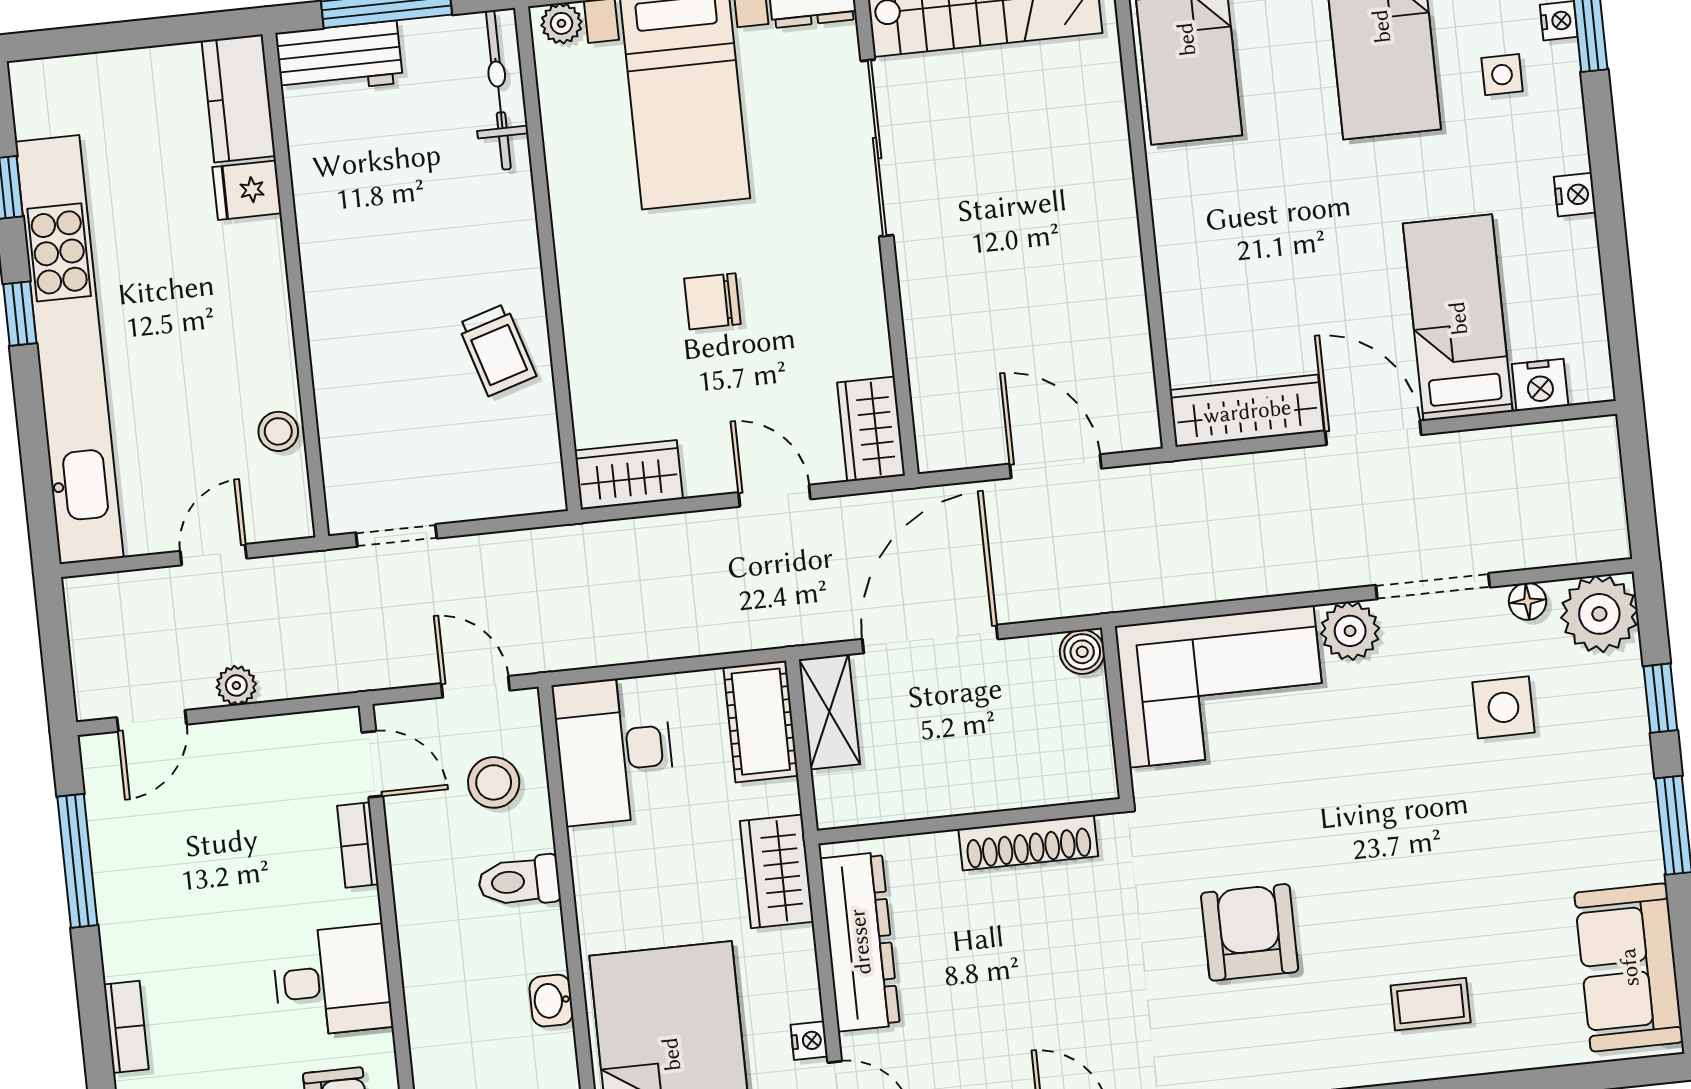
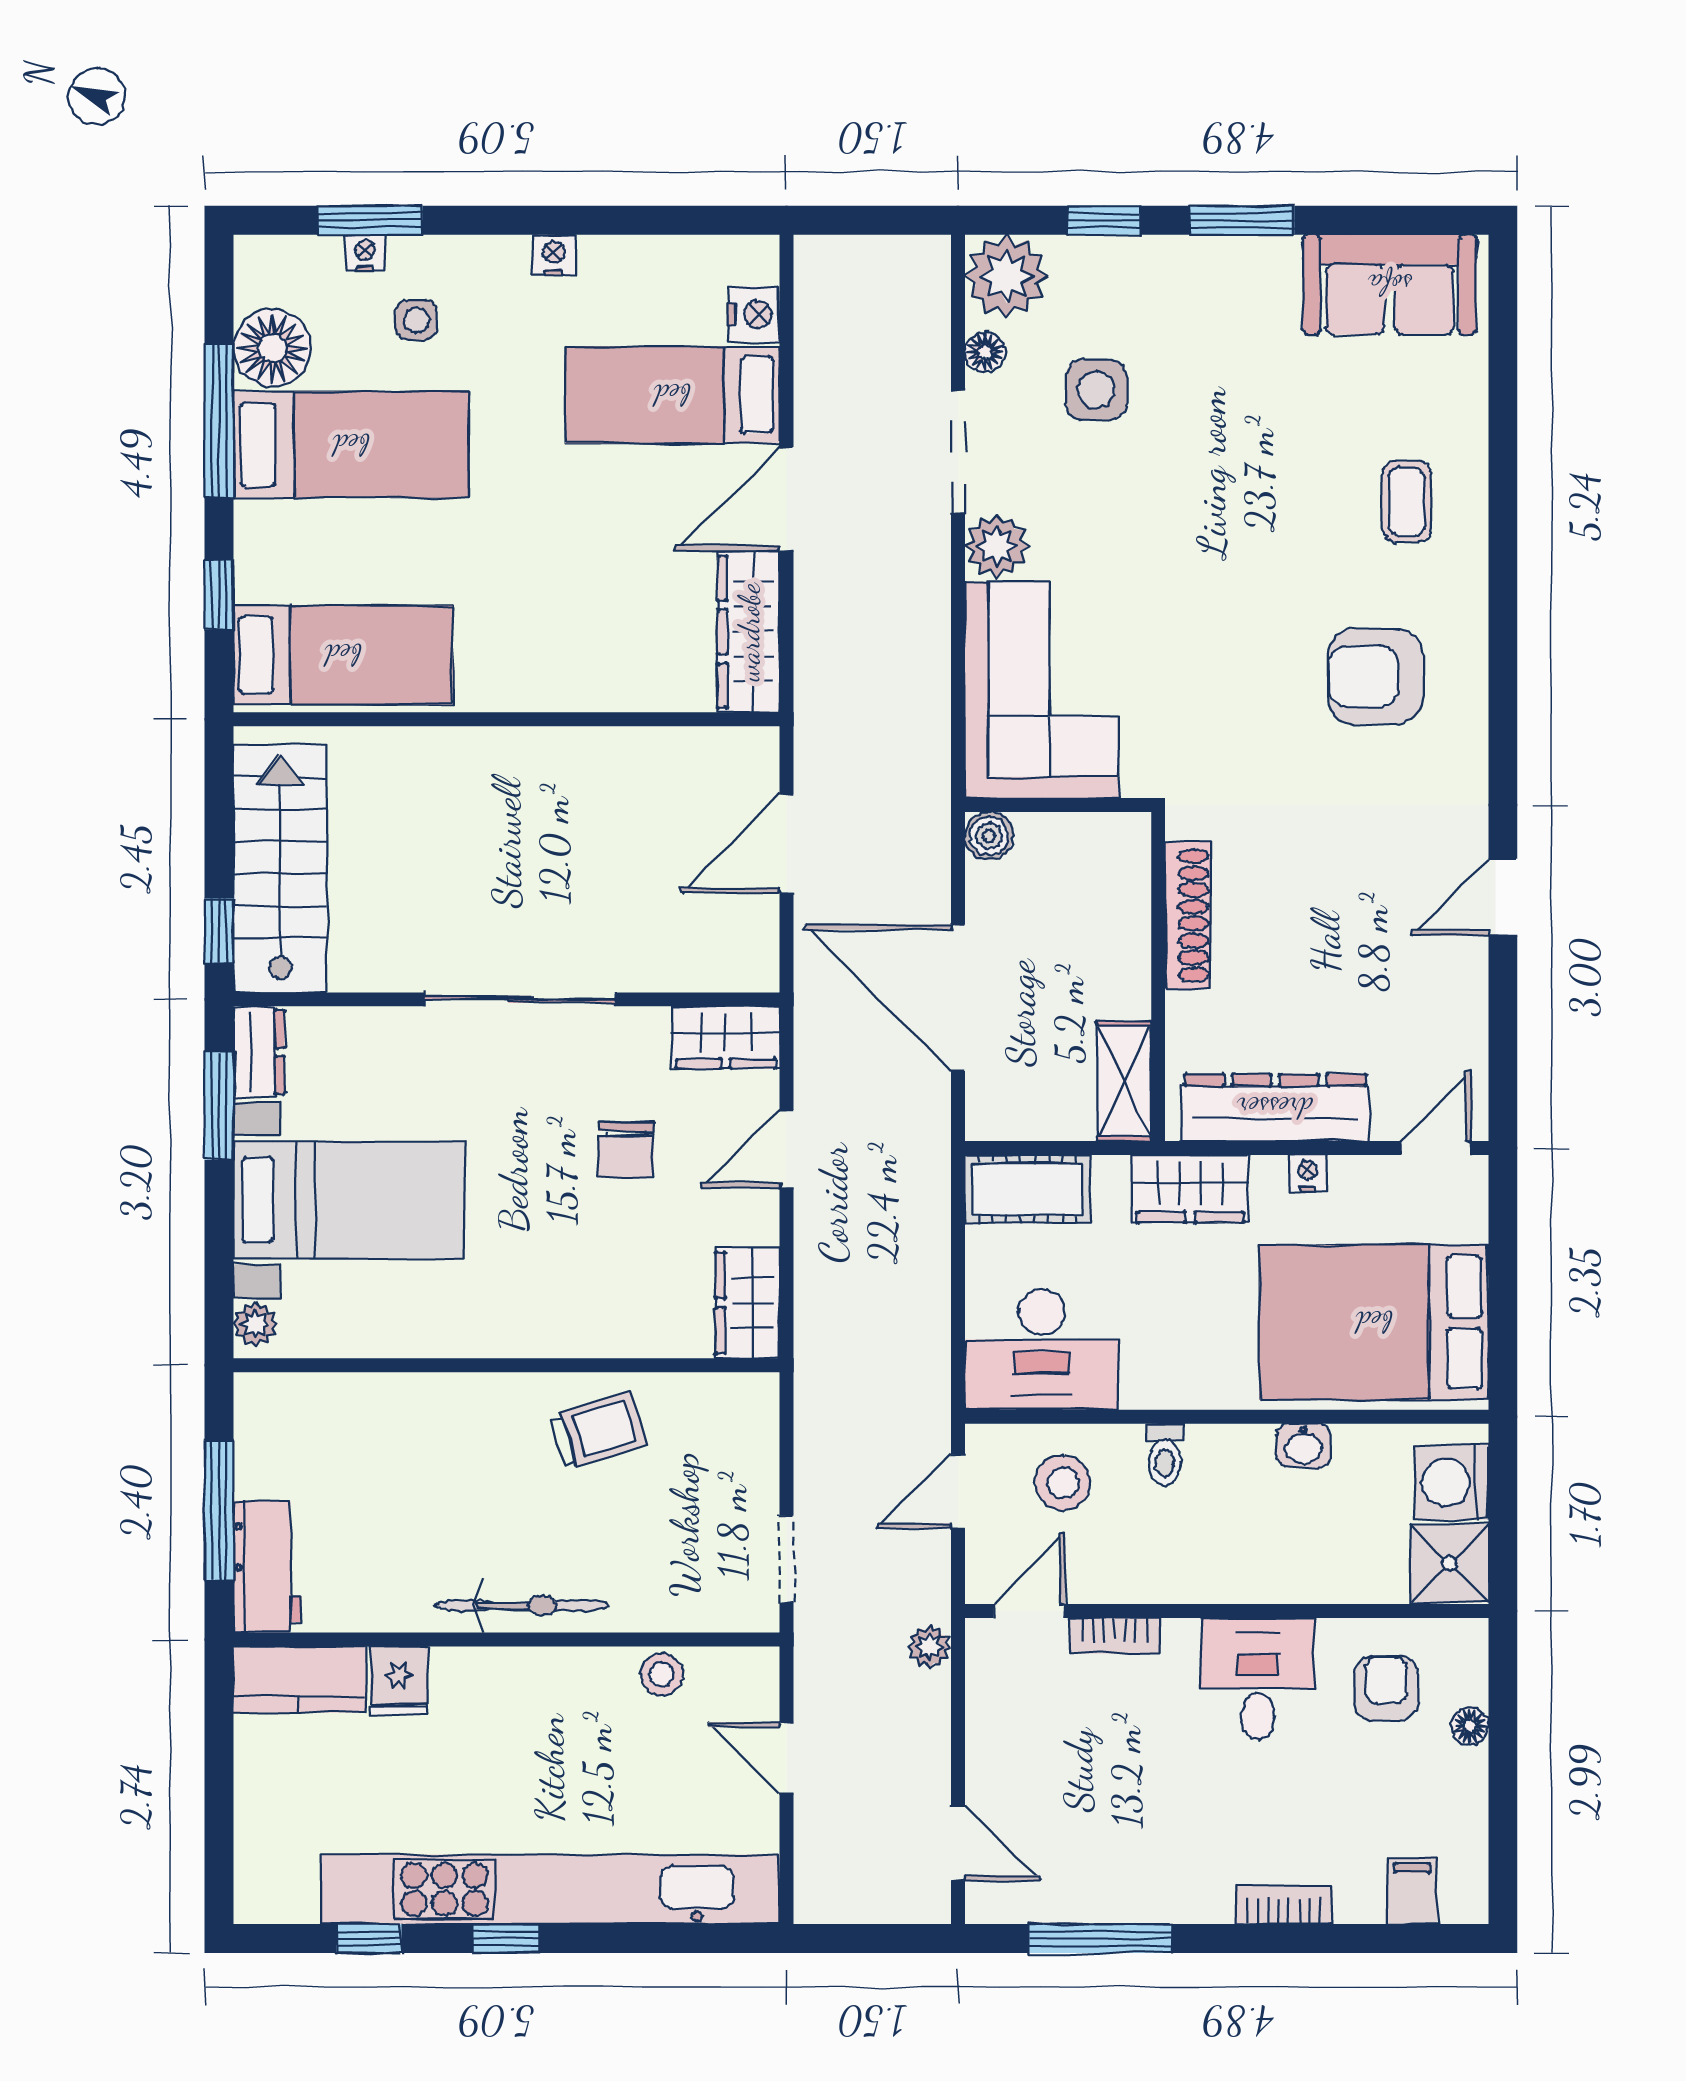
bicycle: (498, 90) -> (522, 1605), moved, turned 180
sliding door: (877, 148) -> (520, 999), moved
chair: (712, 301) -> (626, 1150), moved
plant: (236, 686) -> (930, 1647), moved
shelving: (829, 712) -> (1124, 1081), moved, turned 90
toilet: (519, 881) -> (1165, 1455), width x0.73, depth x0.72
armchair: (1250, 932) -> (1375, 676), moved
nightstand: (809, 1041) -> (1308, 1173), moved

